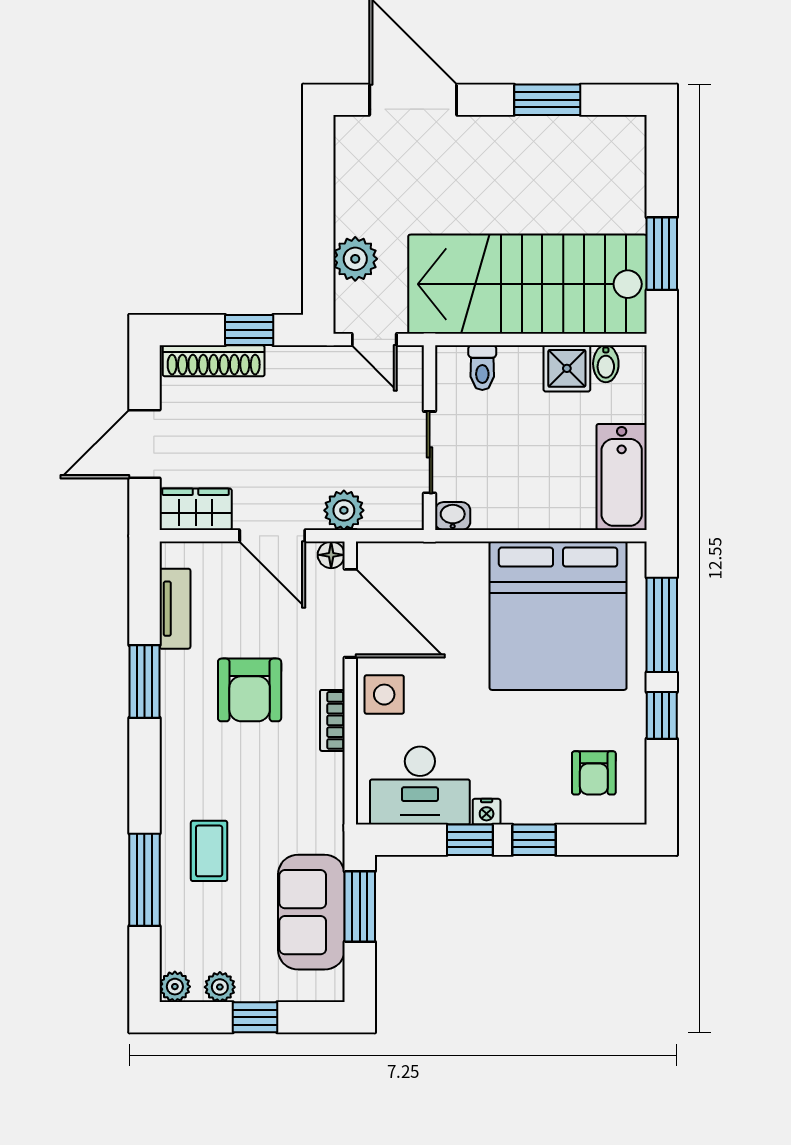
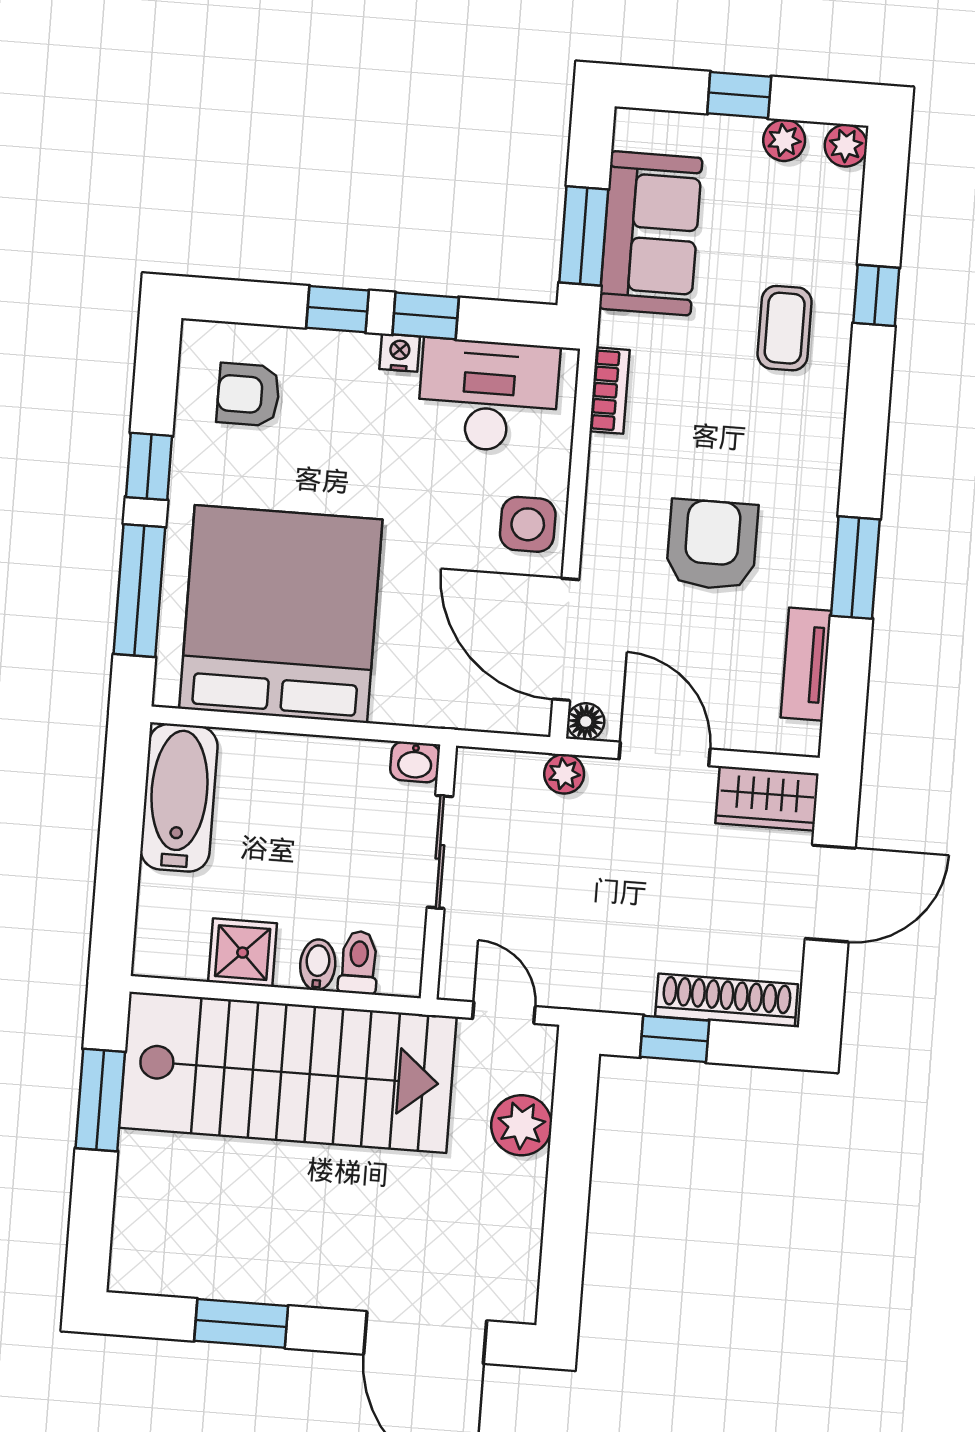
bidet: (606, 364) -> (318, 965), moved
plant: (344, 510) -> (564, 774), width x0.73, depth x0.73
bookcase: (332, 720) -> (610, 391), moved
armchair: (594, 773) -> (248, 395), turned -90
window: (144, 880) -> (876, 295), width x0.46

